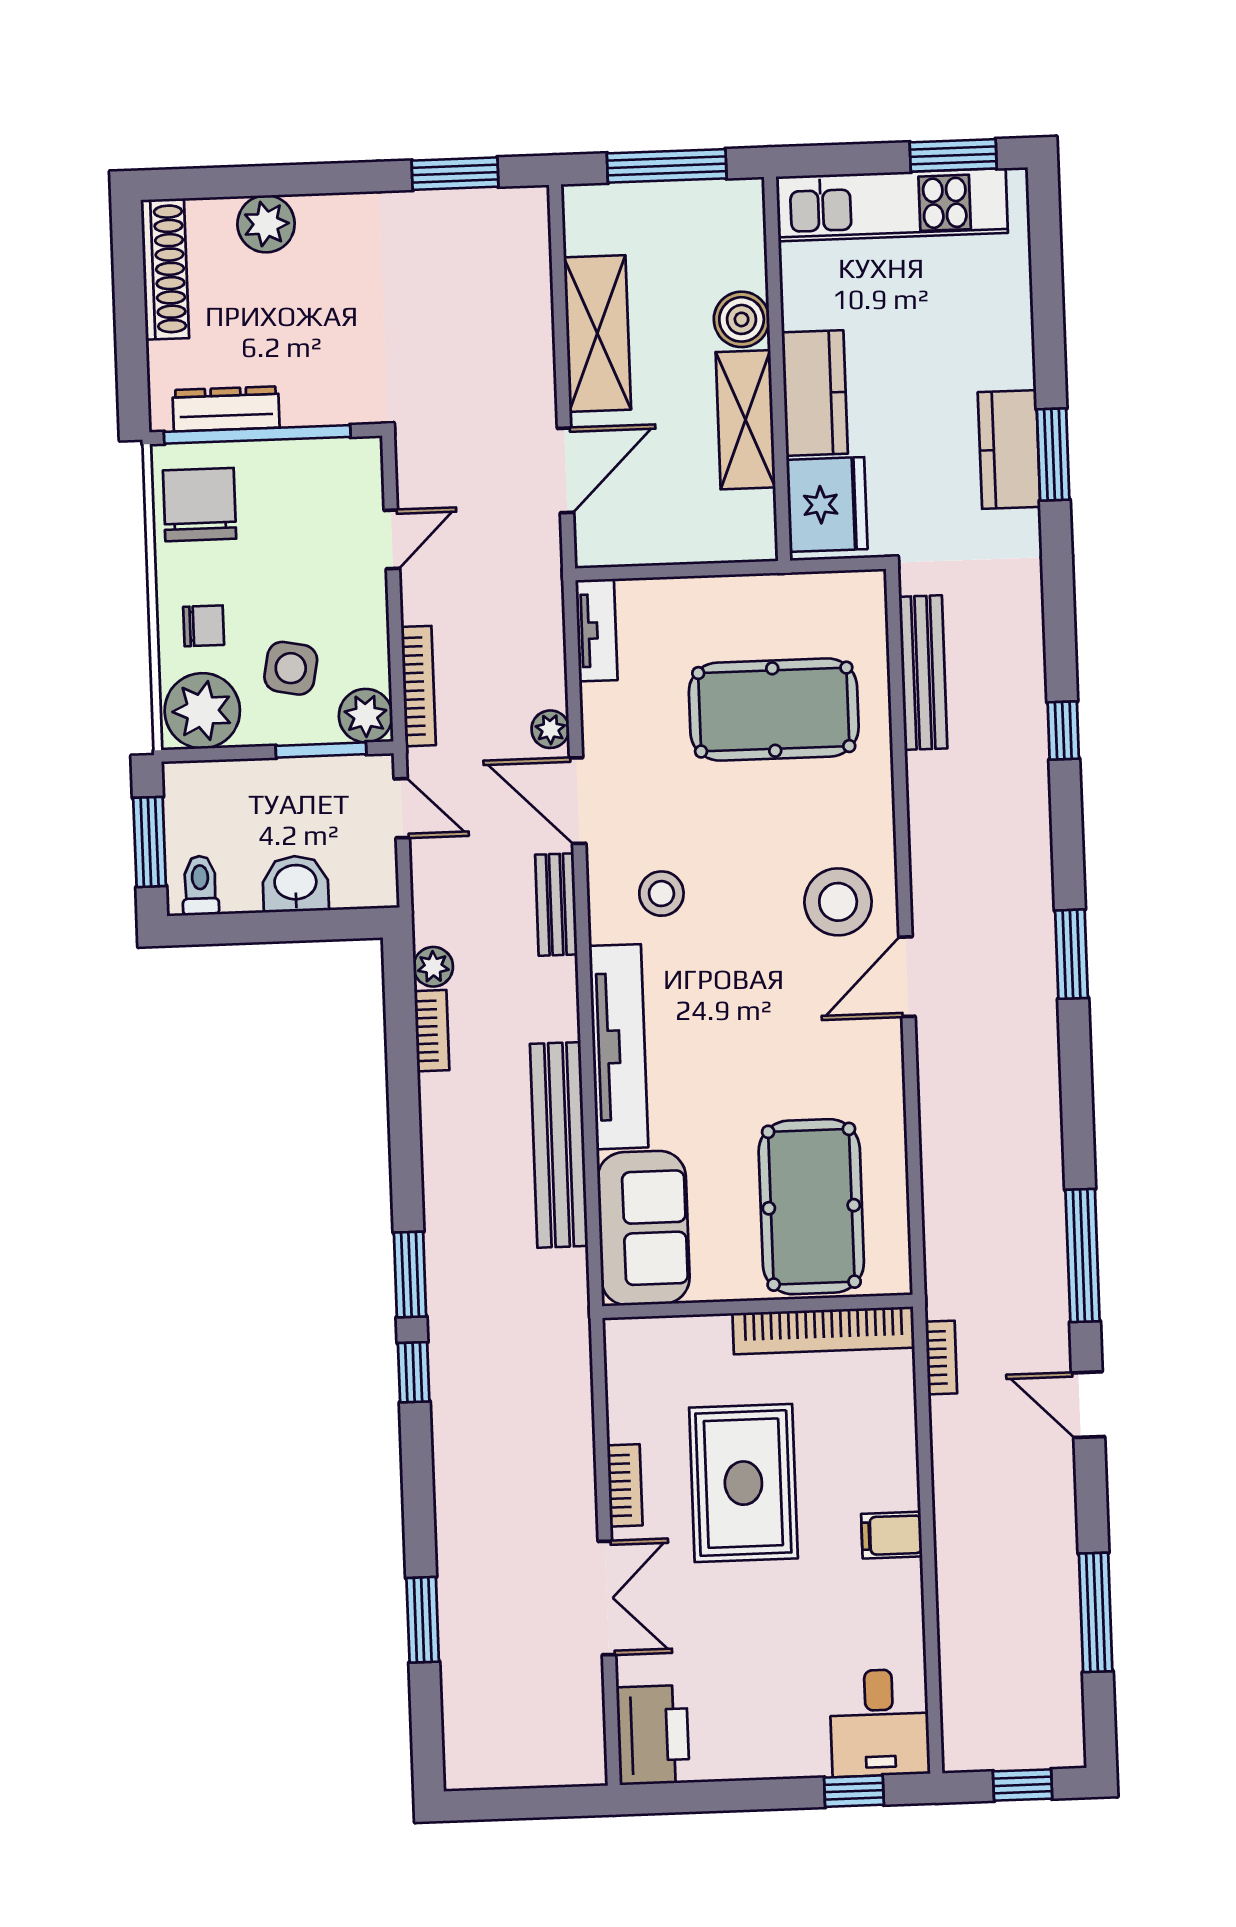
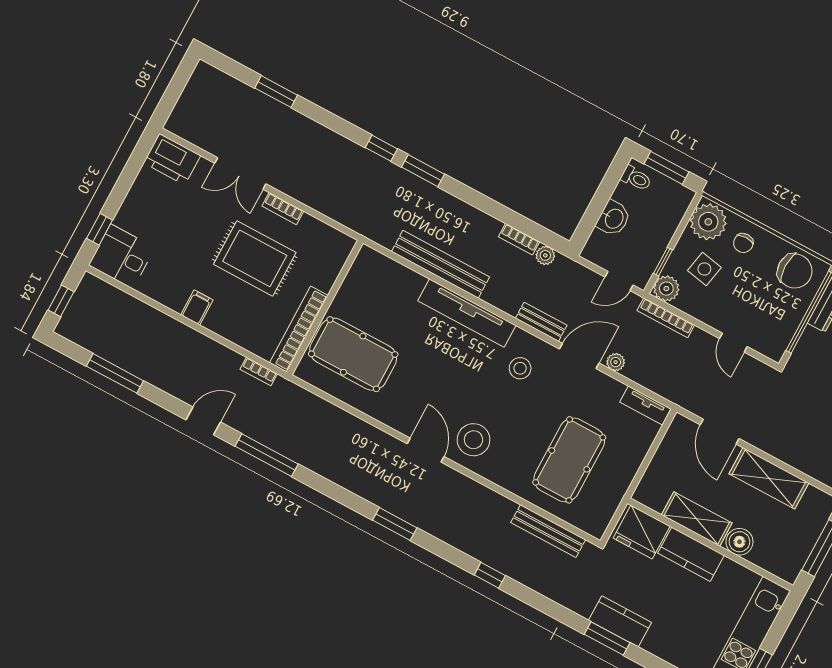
window: (321, 750) -> (663, 262), width x0.67
sofa: (643, 1228) -> (385, 279), removed

